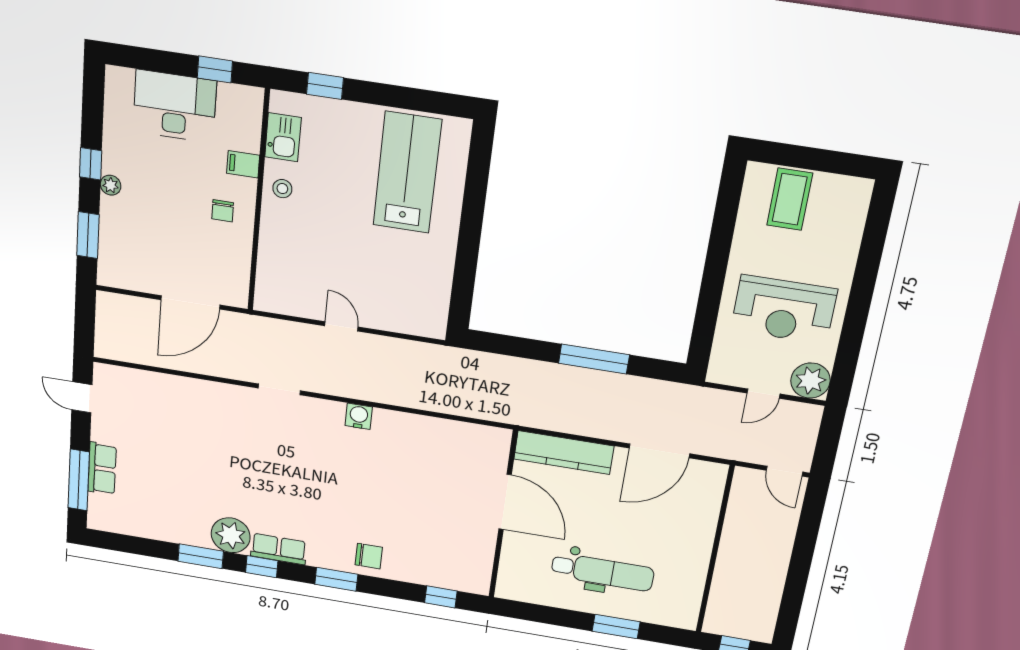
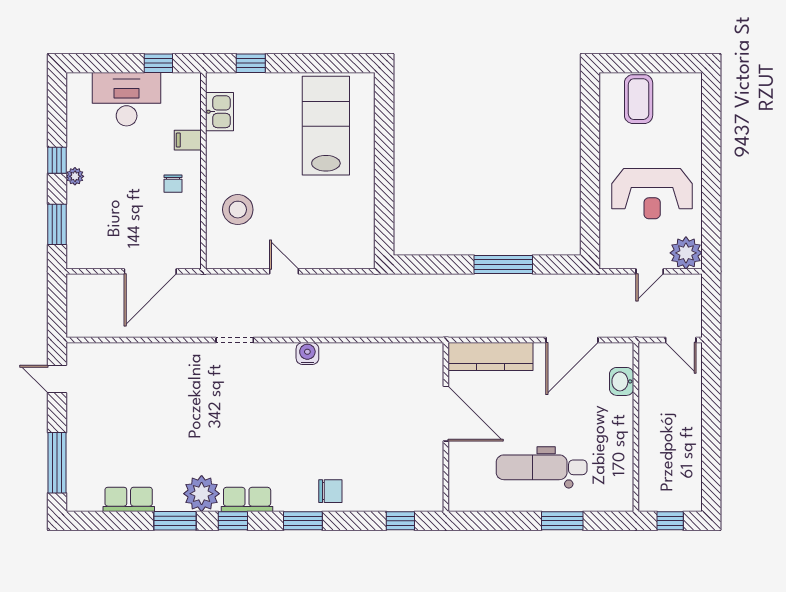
stool: (282, 189) -> (238, 210), moved, width x1.89, depth x1.89
row of seats: (102, 469) -> (129, 499), moved, turned -90
washbasin: (708, 502) -> (622, 381), added
dental chair: (602, 572) -> (542, 467), turned 180

